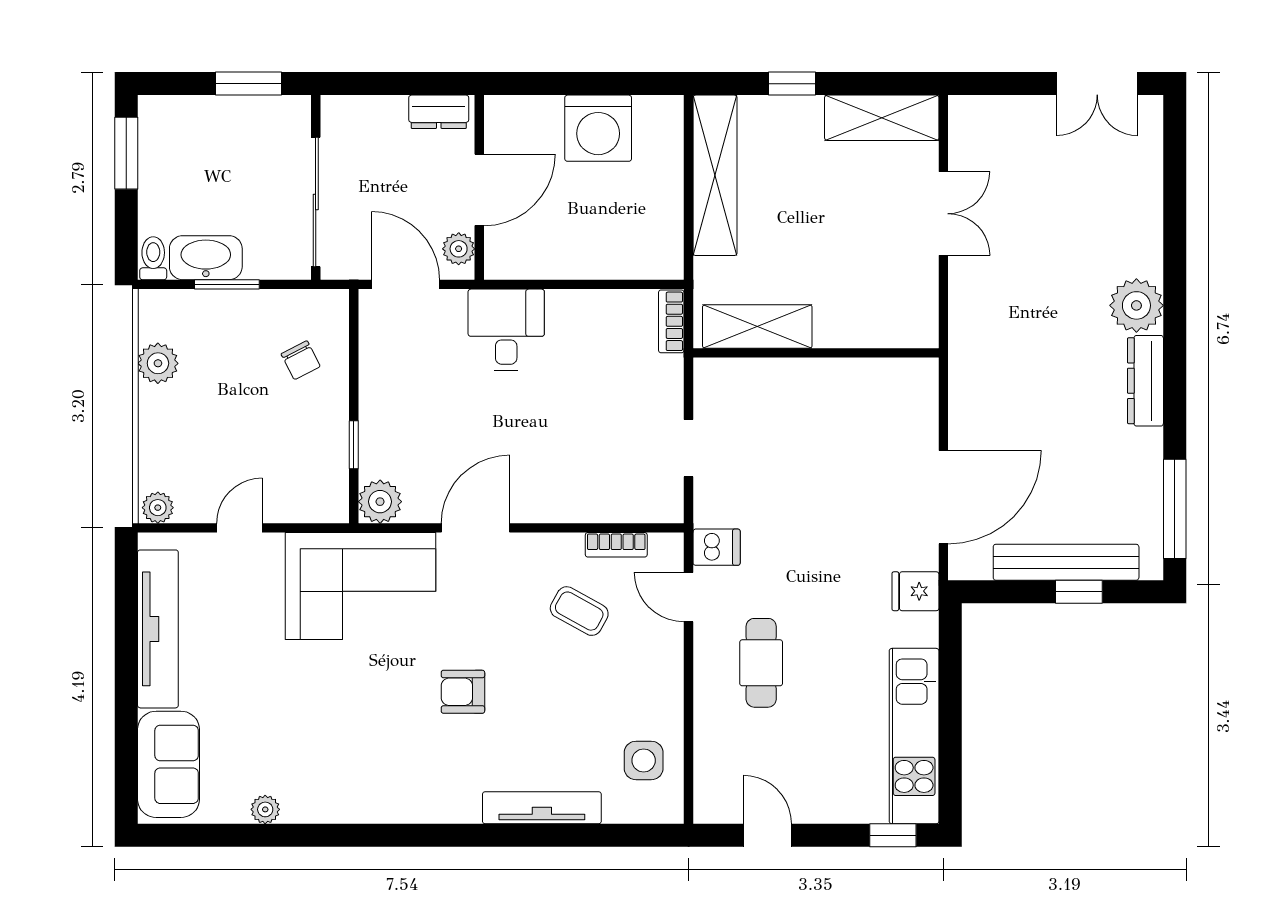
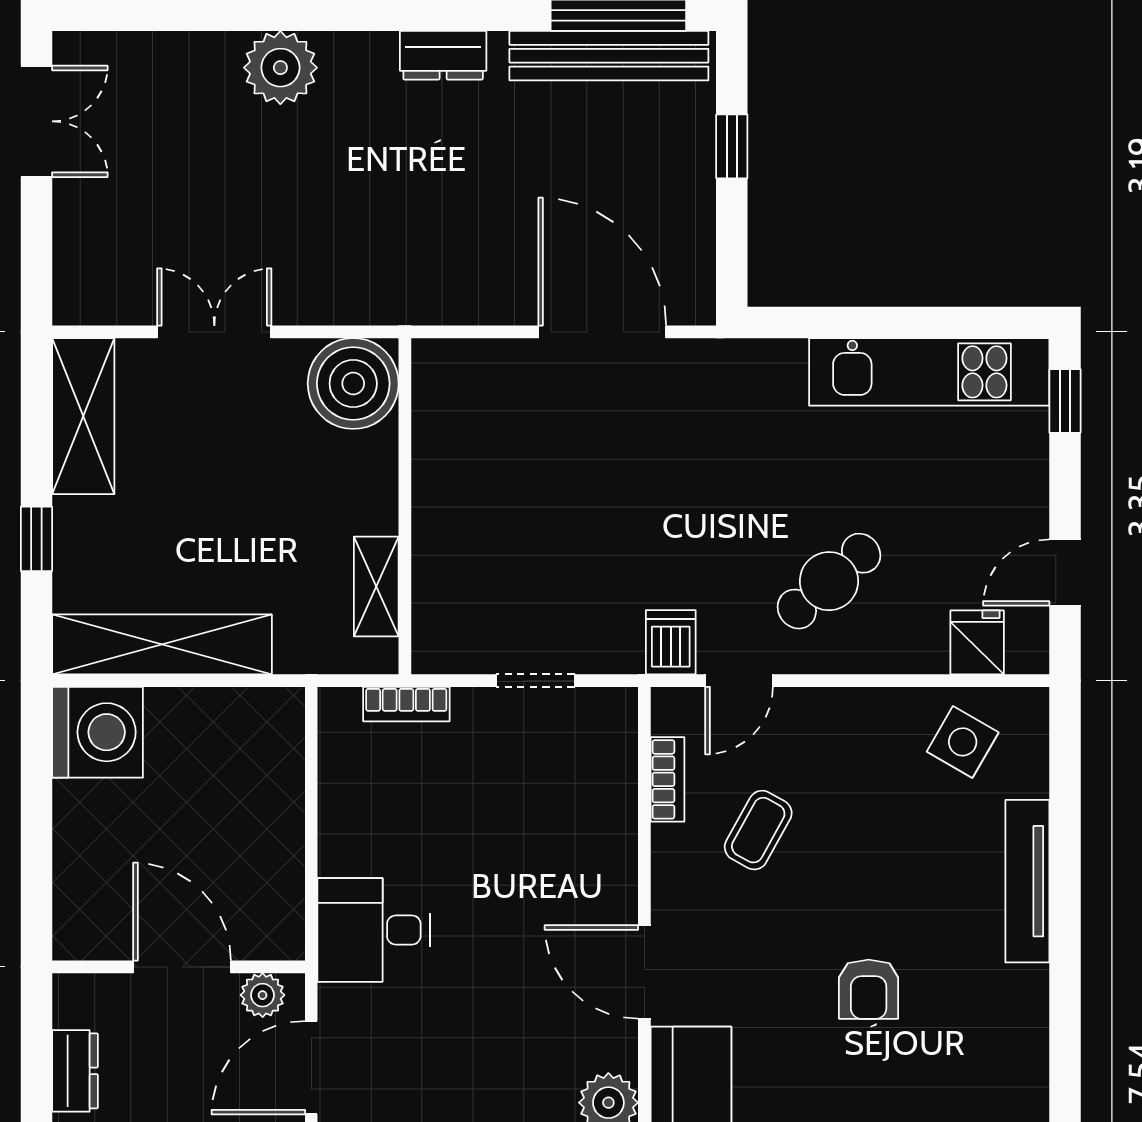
dresser: (439, 112) -> (75, 1071), moved
washing machine: (598, 128) -> (97, 732), moved
plant: (1136, 305) -> (280, 68), moved
boiler: (906, 315) -> (353, 384), added
bookcase: (671, 321) -> (406, 704), moved
shelving: (757, 326) -> (376, 586), width x0.67, depth x0.75
dresser: (1145, 381) -> (443, 55), width x0.70
bench: (1066, 562) -> (609, 56), moved, turned 90
fridge: (915, 591) -> (977, 642), moved, turned 180
cafe table: (761, 663) -> (829, 581), turned -41
side table: (644, 760) -> (963, 742), turned 30

